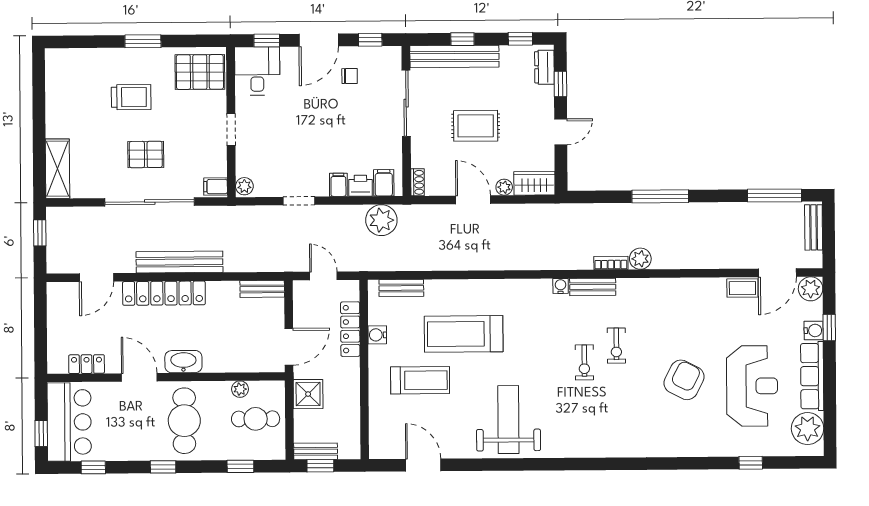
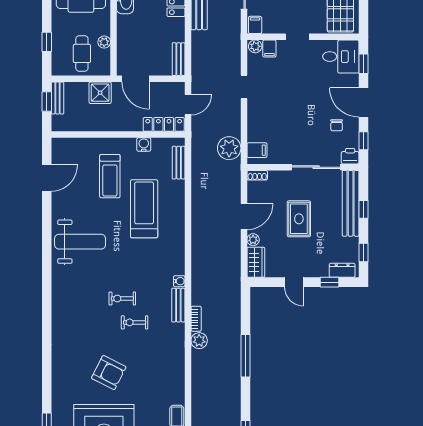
filing cabinet: (338, 185) -> (269, 49), moved, turned 90
printer: (360, 186) -> (350, 156), moved, turned -90
locker: (350, 329) -> (164, 124), moved

